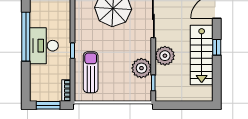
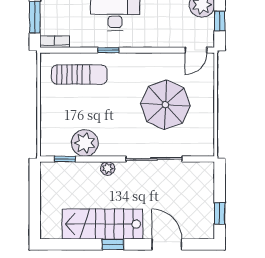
plant: (165, 56) -> (108, 168), width x0.53, depth x0.53

